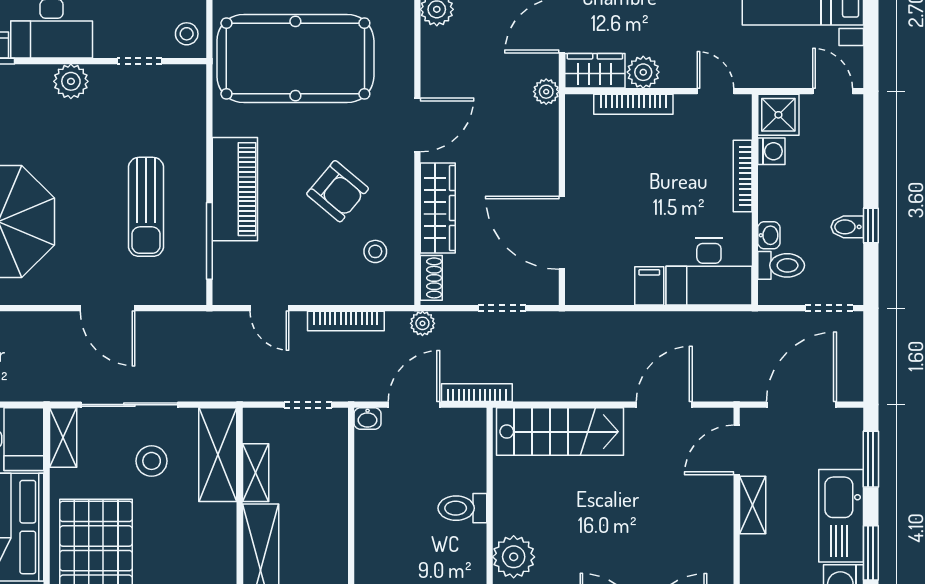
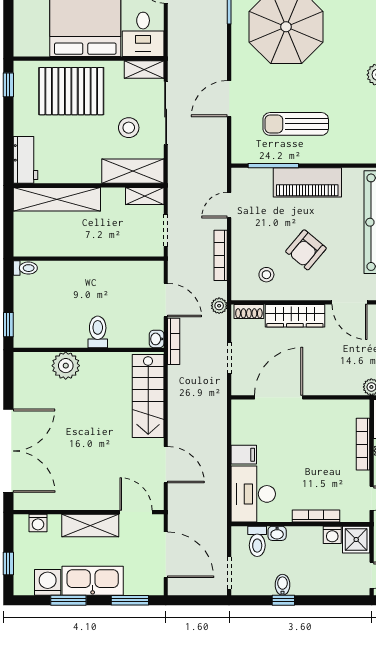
washbasin: (368, 419) -> (157, 339), moved
shelving: (256, 473) -> (145, 196), moved
shelving: (753, 505) -> (90, 526), width x1.50, depth x1.33

